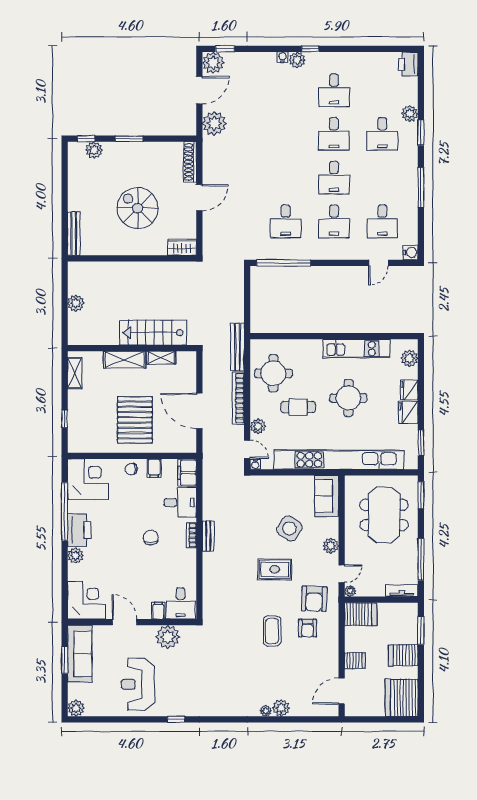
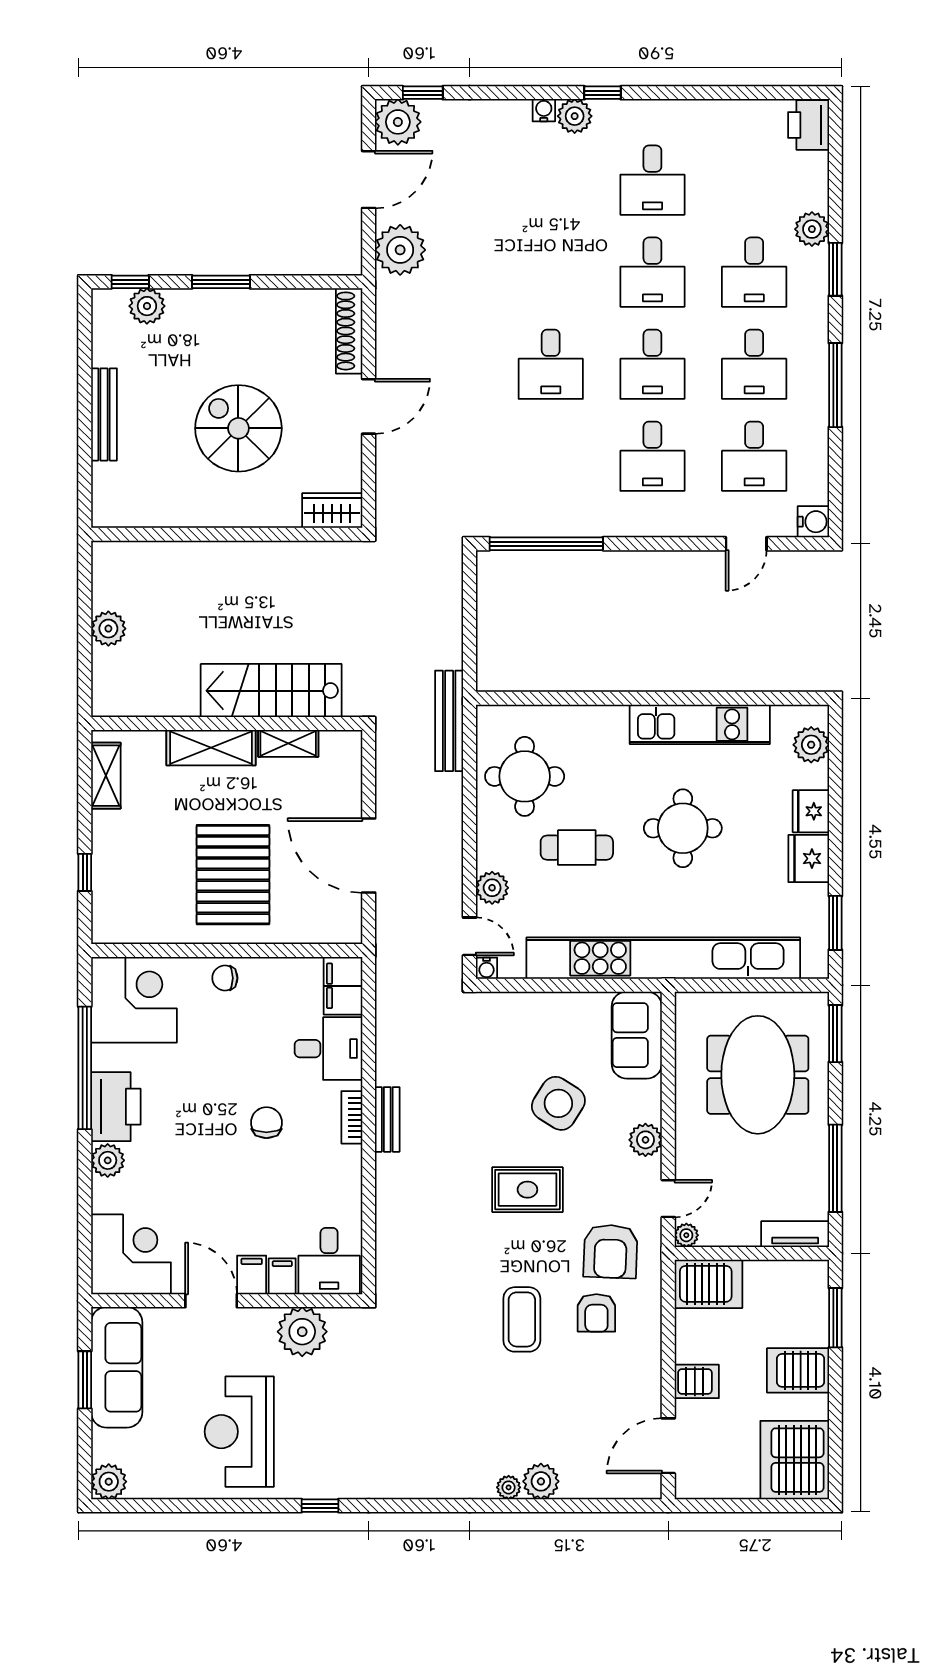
desk: (382, 178) -> (754, 364), added
desk: (286, 221) -> (551, 364), moved
bench: (74, 233) -> (104, 414), moved
bookcase: (238, 398) -> (451, 829), removed
filing cabinet: (154, 468) -> (252, 1275), moved, turned 180

